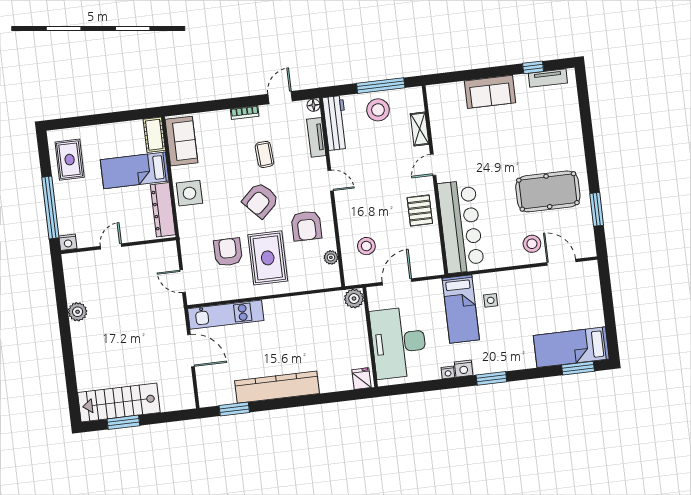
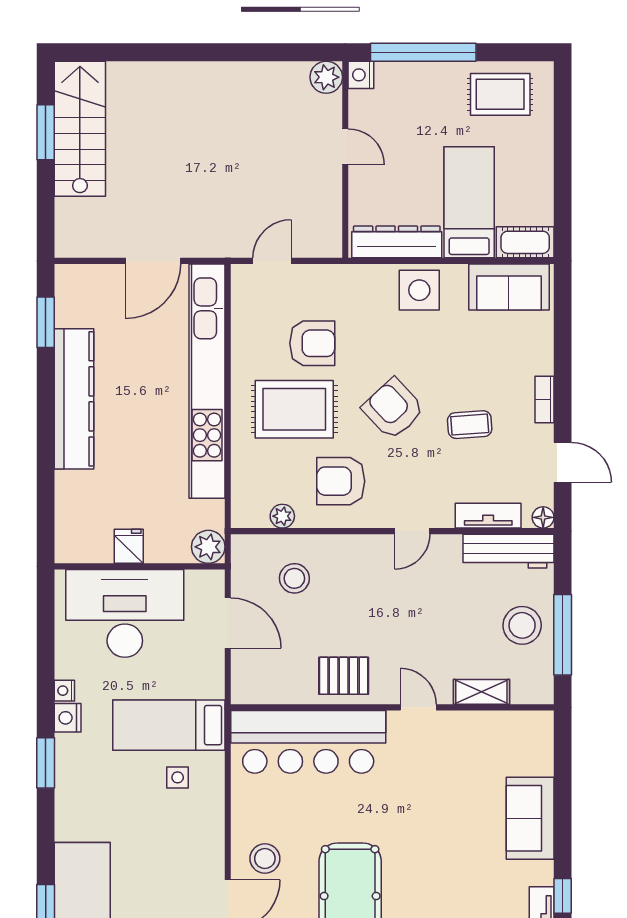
plant: (78, 312) -> (326, 77), moved
kitchen unit: (226, 315) -> (207, 381), width x1.86
fridge: (361, 379) -> (129, 546), moved, turned -90

